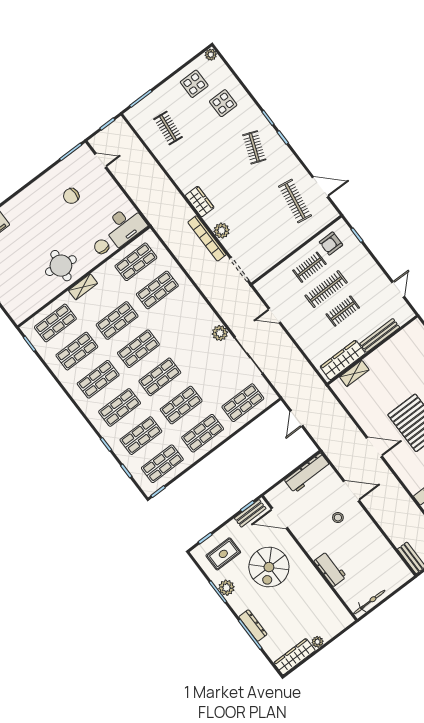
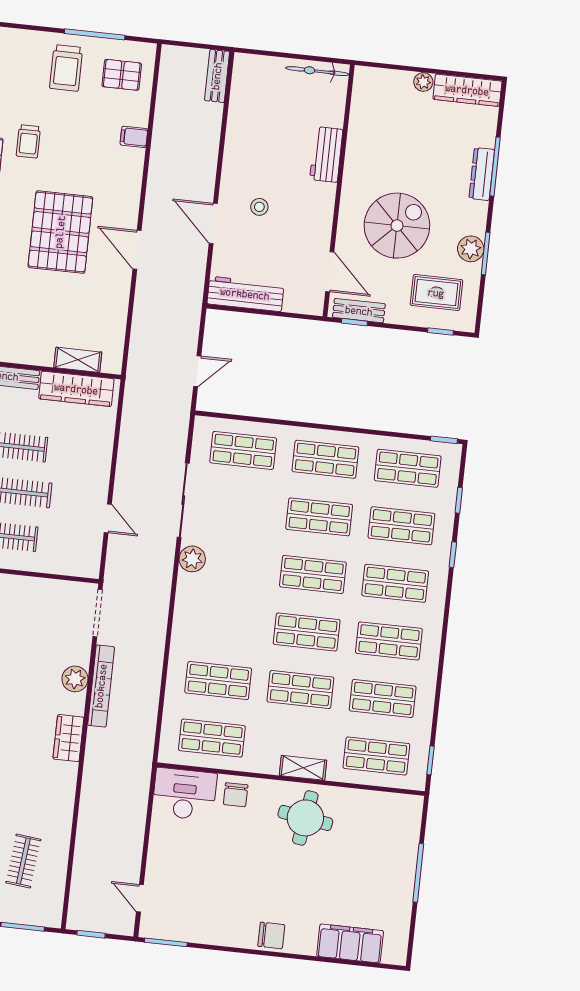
chair: (71, 196) -> (271, 935), moved

